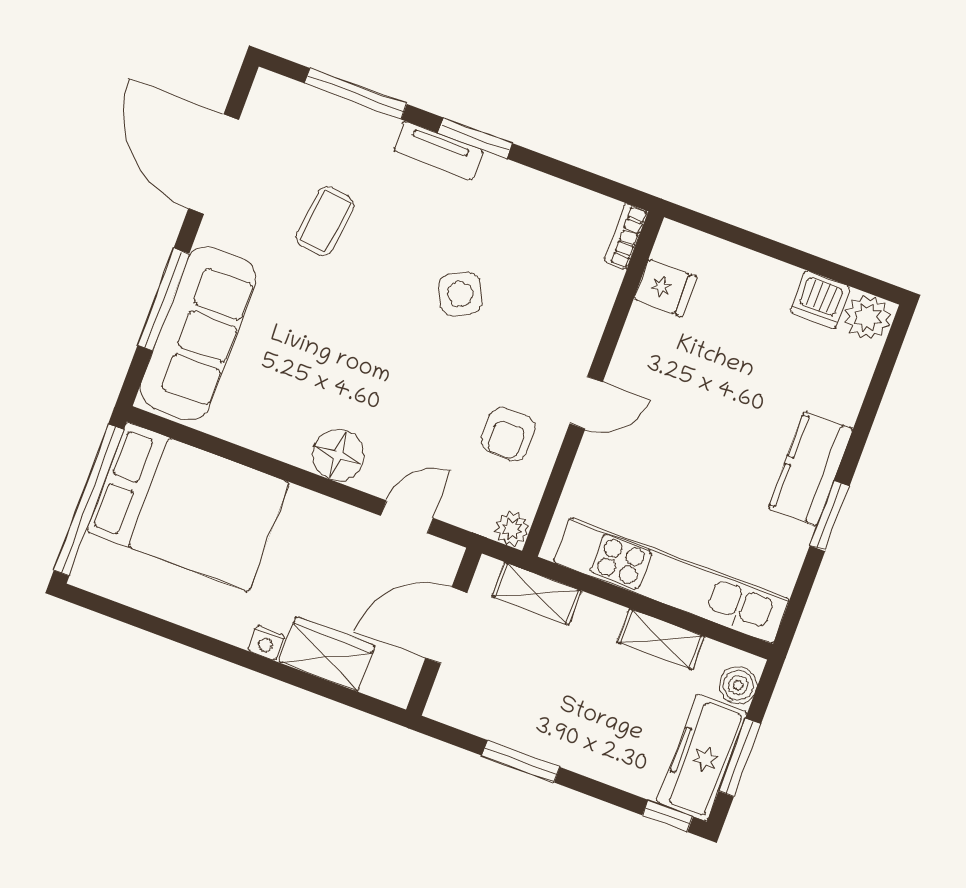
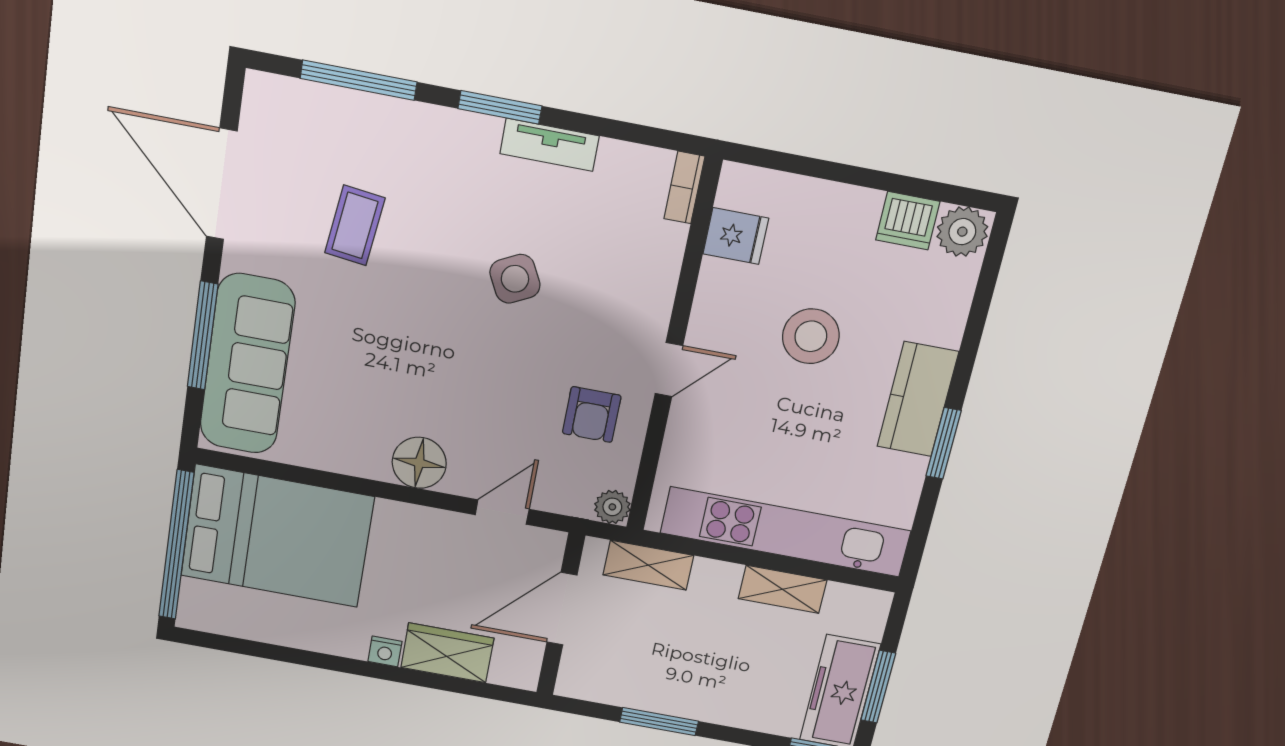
tv unit: (438, 150) -> (550, 145), moved
stool: (720, 392) -> (811, 336), added
boiler: (738, 685) -> (868, 621), removed

